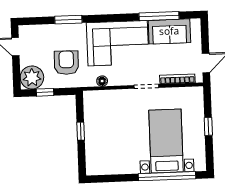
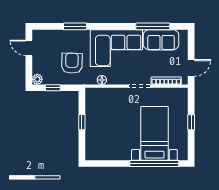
plant: (32, 77) -> (37, 79), width x0.53, depth x0.53

